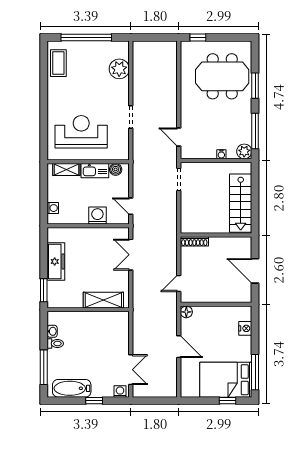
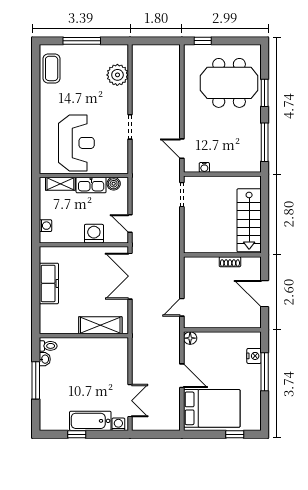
window: (86, 38) -> (82, 41), width x0.68
reception desk: (81, 132) -> (76, 143), turned 90
plant: (244, 151) -> (253, 164), removed
water cooler: (221, 154) -> (204, 167), moved
shoe rack: (194, 241) -> (230, 262), moved, width x0.70
double door: (131, 255) -> (130, 276), width x1.37
window: (44, 290) -> (36, 315), removed
toilet: (55, 343) -> (48, 346), moved
window: (44, 367) -> (36, 380), moved
window: (255, 372) -> (265, 372), moved
bed: (226, 380) -> (212, 408), moved, turned 180
bathtub: (72, 388) -> (90, 421), moved
window: (94, 401) -> (77, 434), moved

